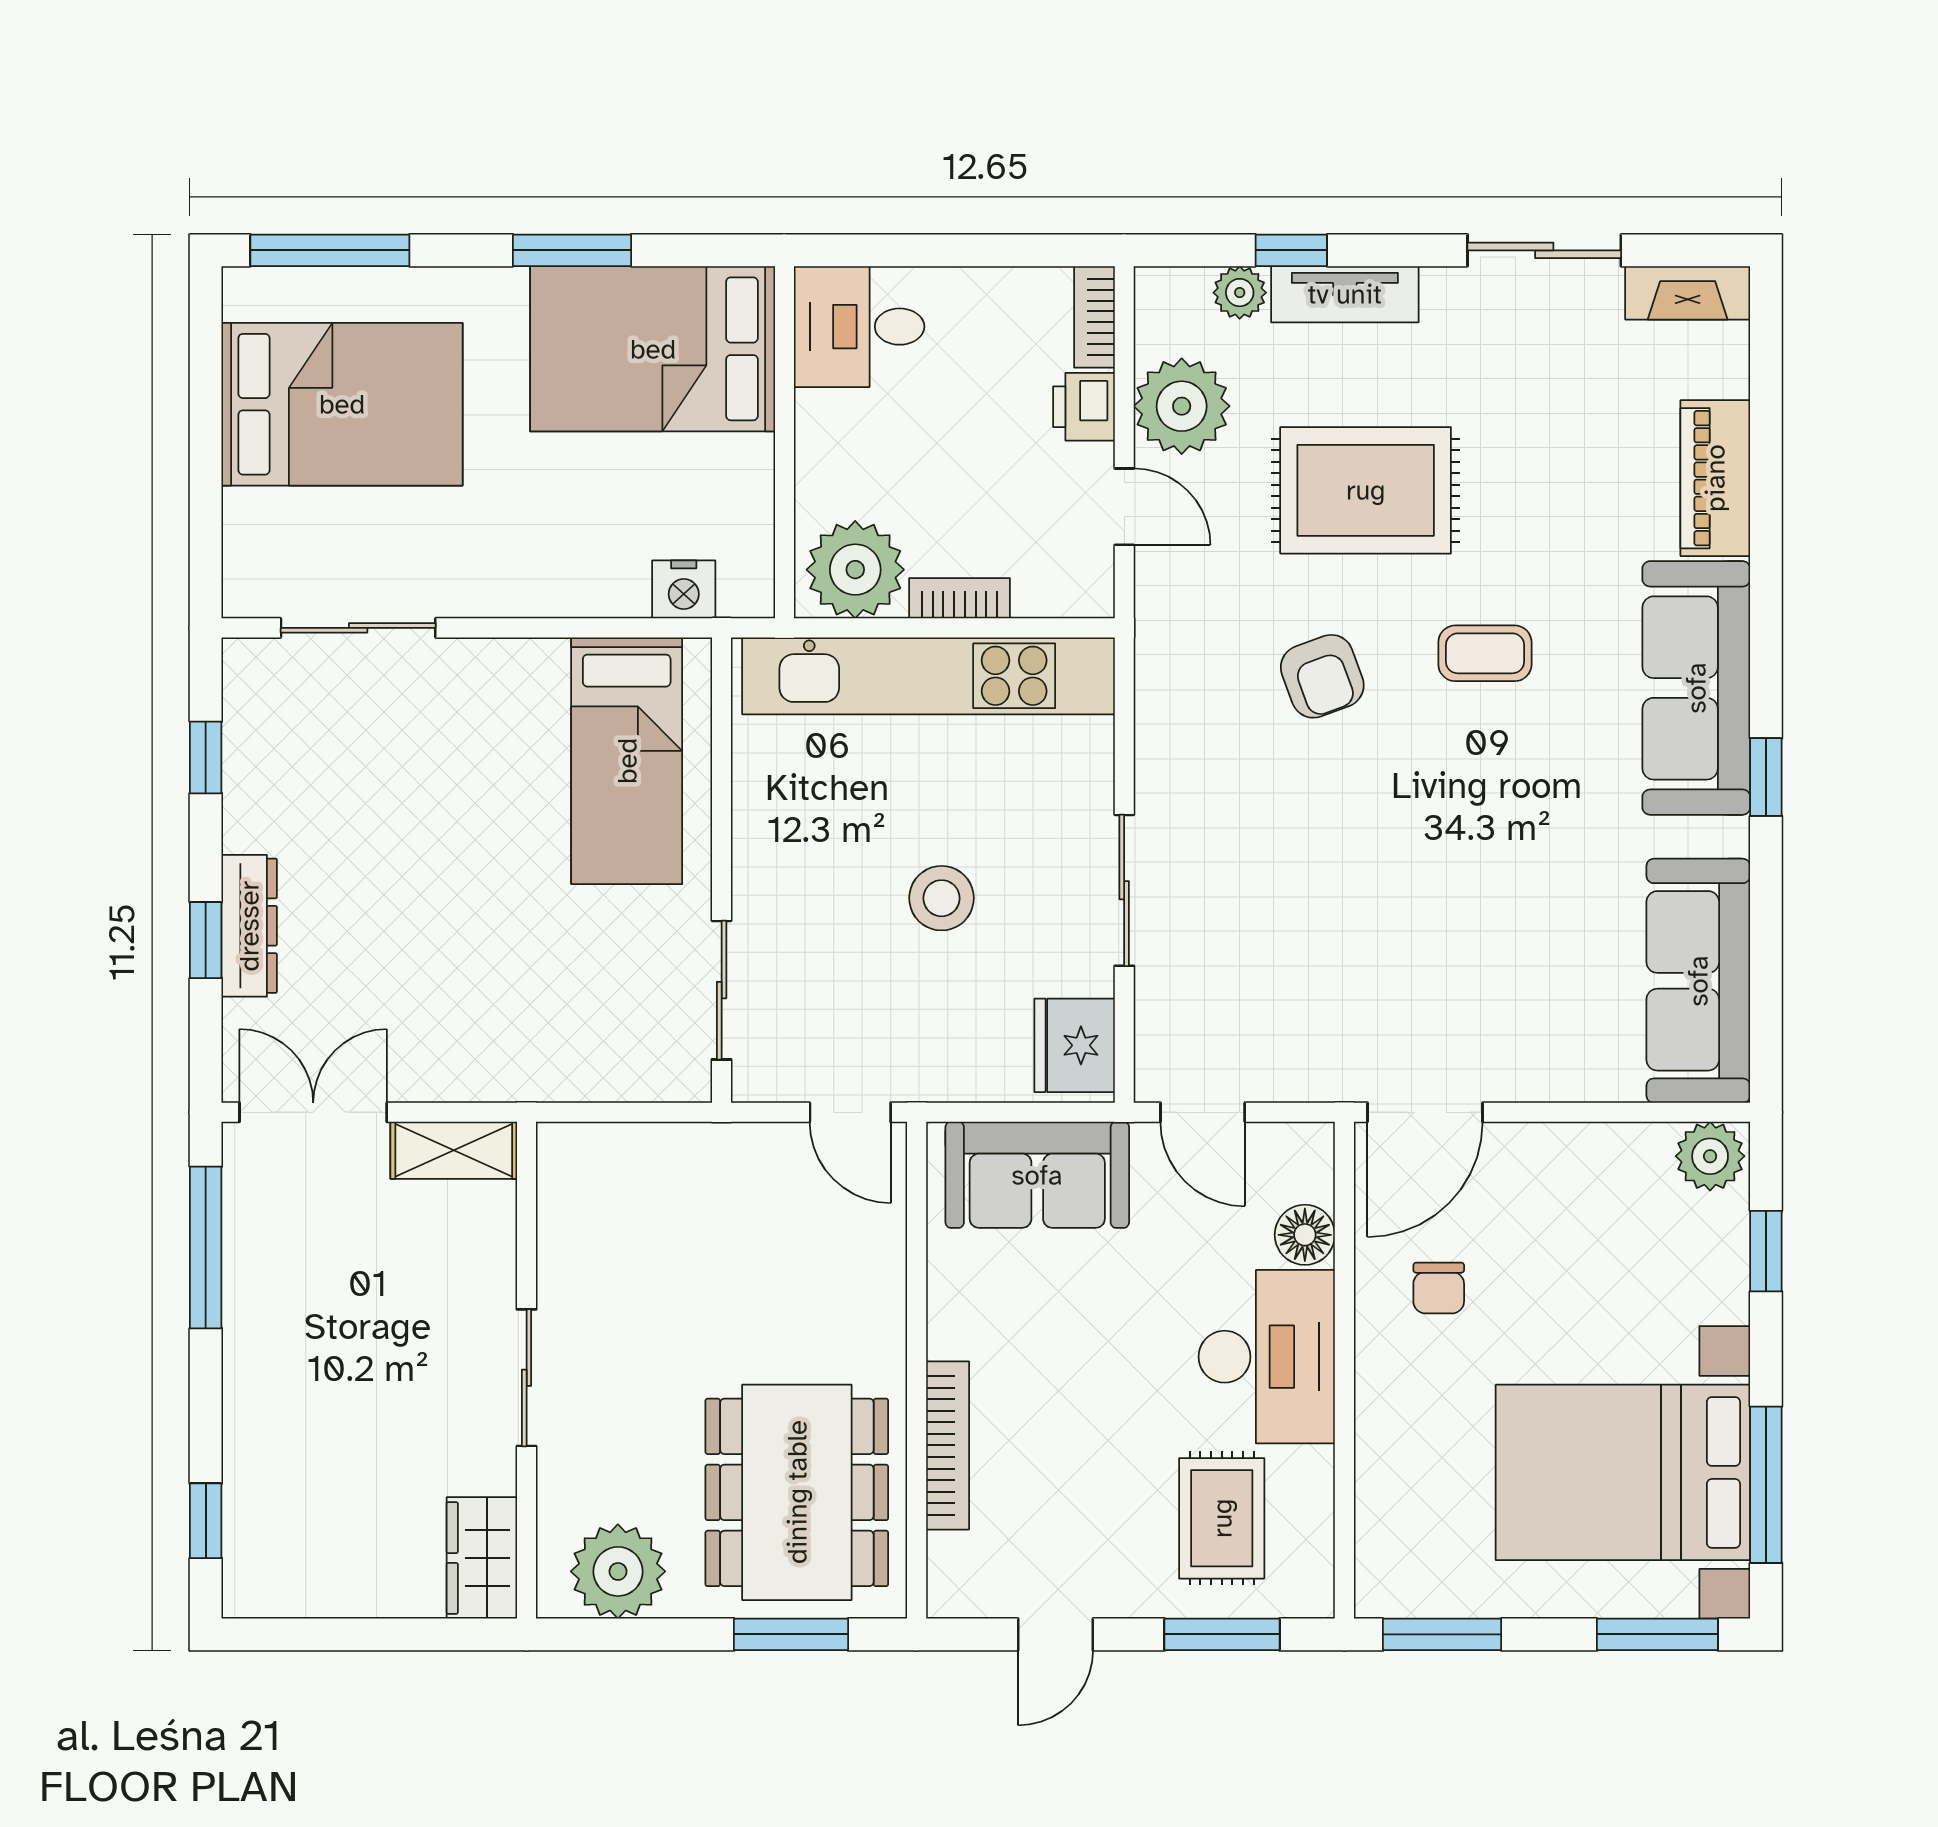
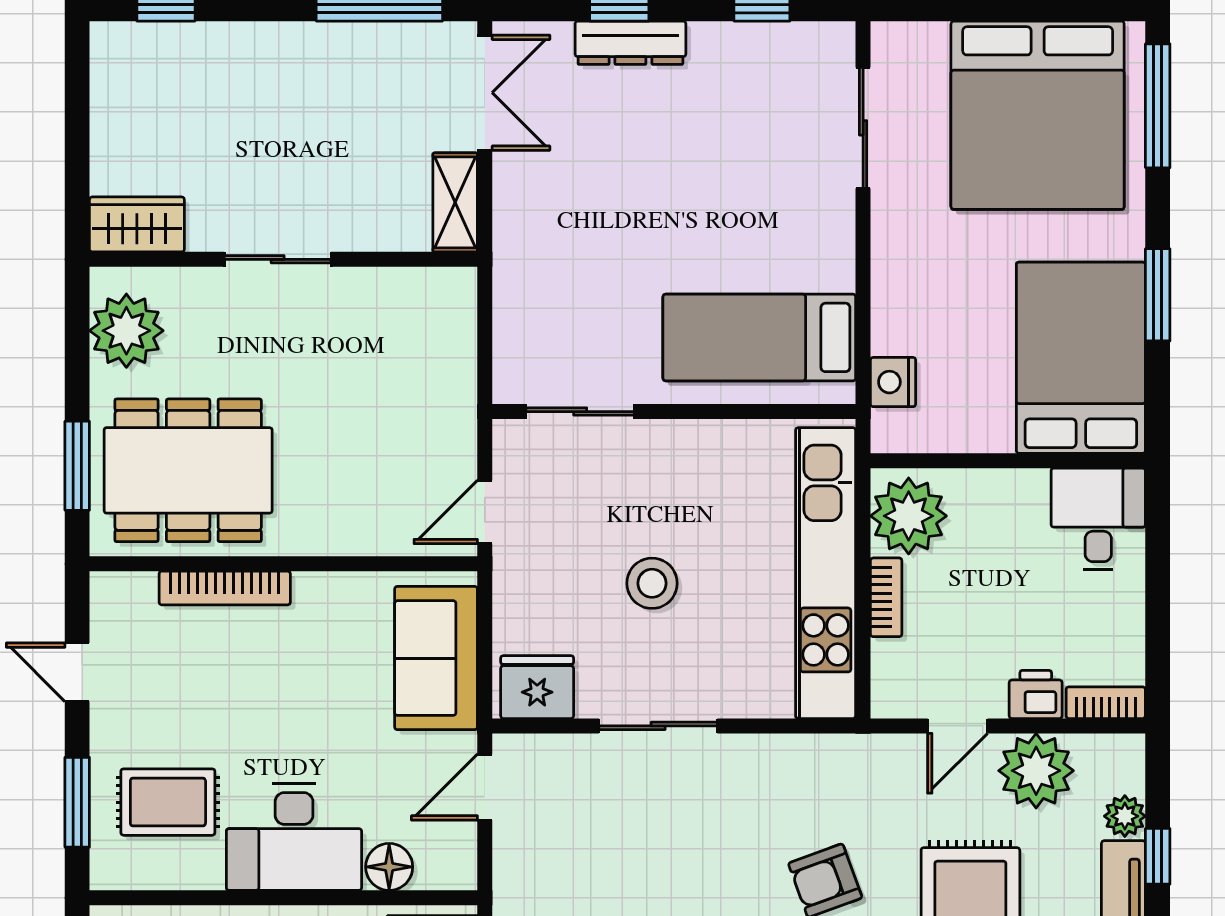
bed: (342, 404) -> (1038, 115), width x1.36

